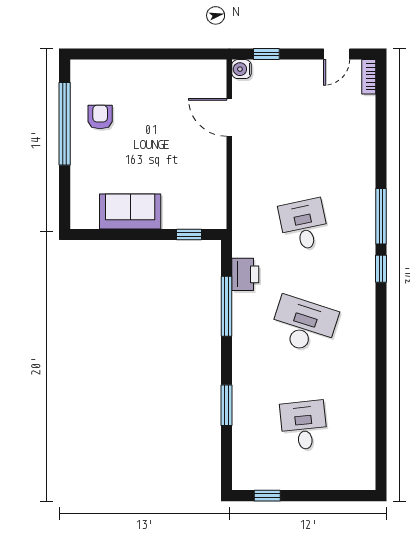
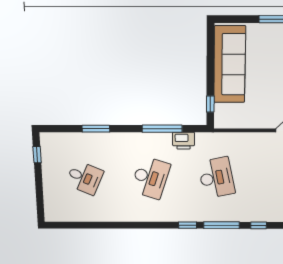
window: (381, 159) -> (259, 225), added
sofa: (130, 211) -> (230, 64), width x1.85, depth x1.27
desk: (304, 225) -> (216, 178), width x1.37
desk: (304, 425) -> (85, 178), turned 30

